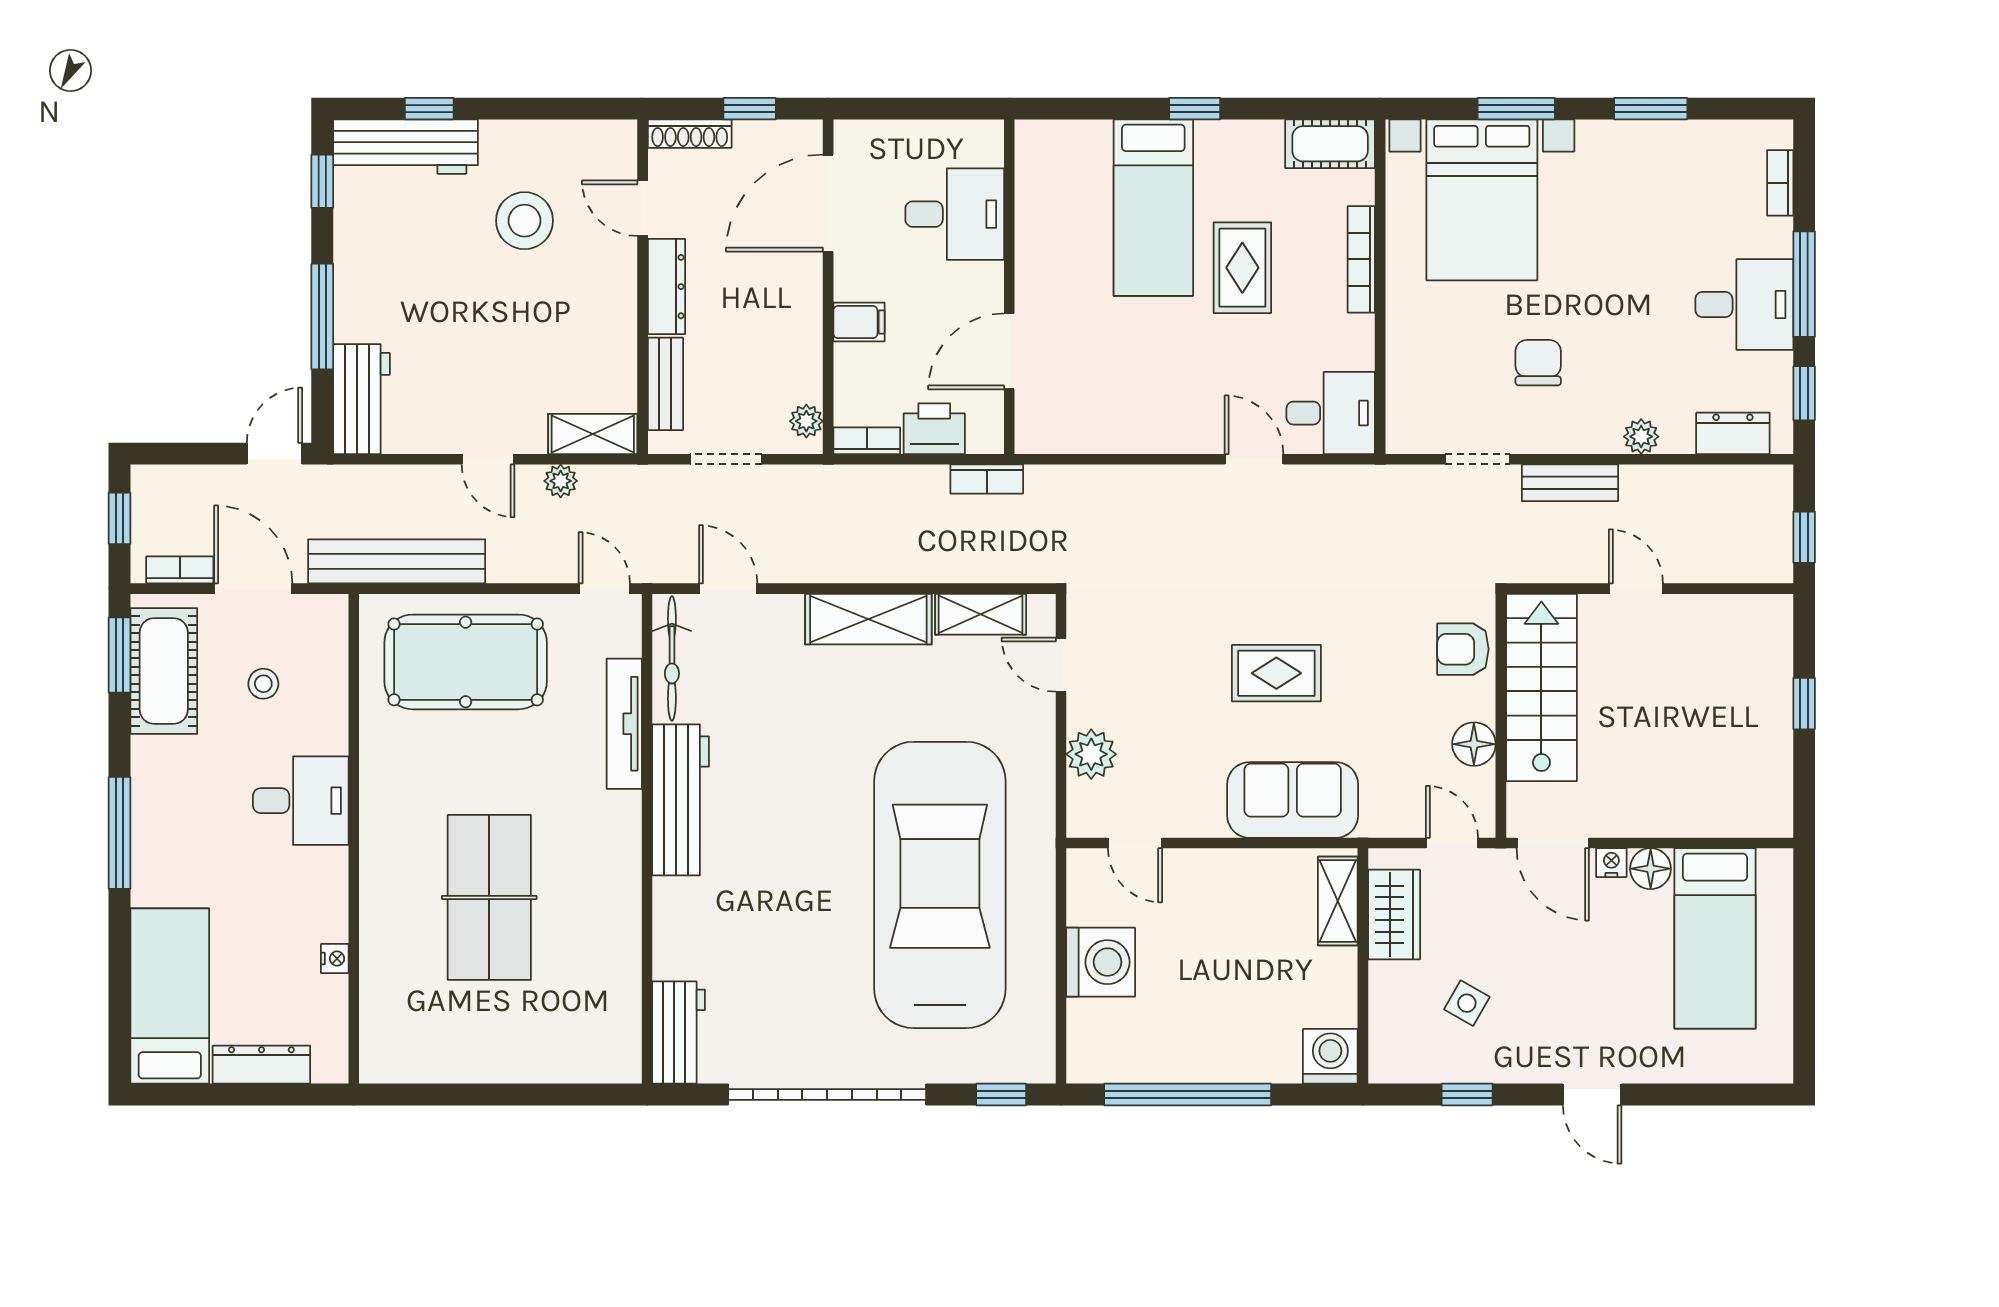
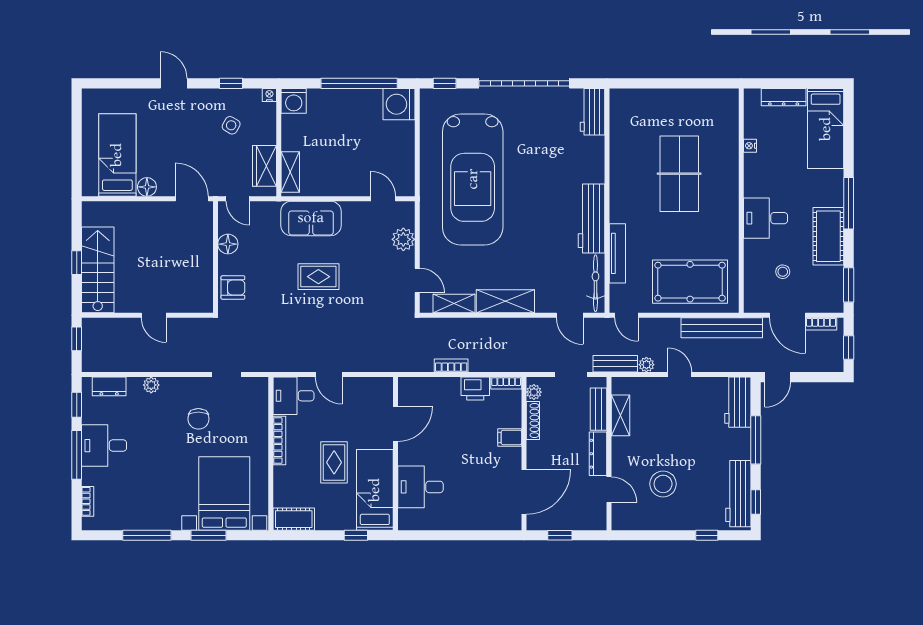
window: (1651, 109) -> (147, 535), width x1.44
shoe rack: (690, 134) -> (533, 420), moved, turned 90
workbench: (405, 147) -> (738, 494), moved, turned -90
desk: (955, 214) -> (420, 487), moved
bookcase: (1361, 259) -> (279, 441), moved
wall: (1009, 287) -> (395, 454), moved
door: (1009, 351) -> (395, 424), moved
shelving: (593, 434) -> (620, 415), moved, turned 90
bench: (1570, 483) -> (615, 364), moved
cot: (164, 671) -> (828, 236), moved
stairs: (1541, 688) -> (98, 270), moved, turned 180
nightstand: (1611, 863) -> (269, 95), moved, turned 180
washing machine: (1101, 962) -> (399, 104), moved

